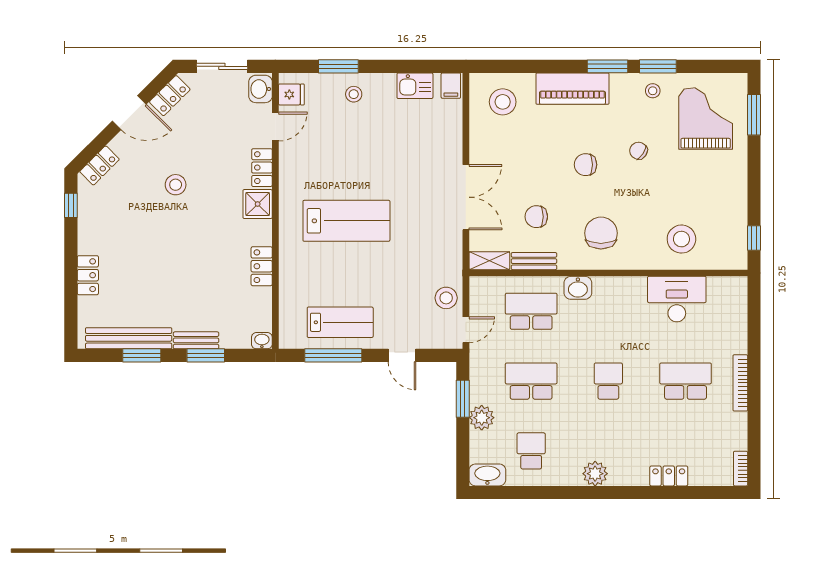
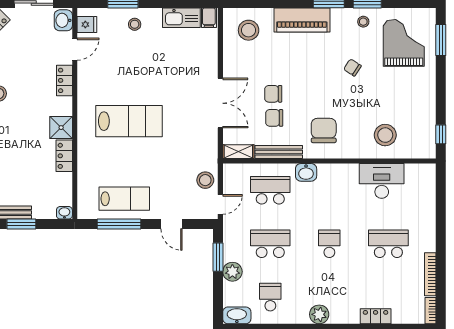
kitchen sink: (415, 86) -> (181, 18), width x1.38
chair: (586, 165) -> (273, 94), moved
shower: (258, 204) -> (61, 128), moved
bench: (534, 261) -> (279, 152), width x1.36
bookcase: (740, 383) -> (430, 274), moved

